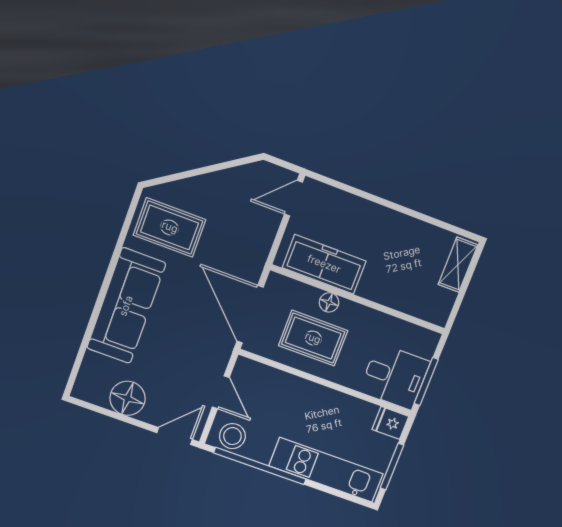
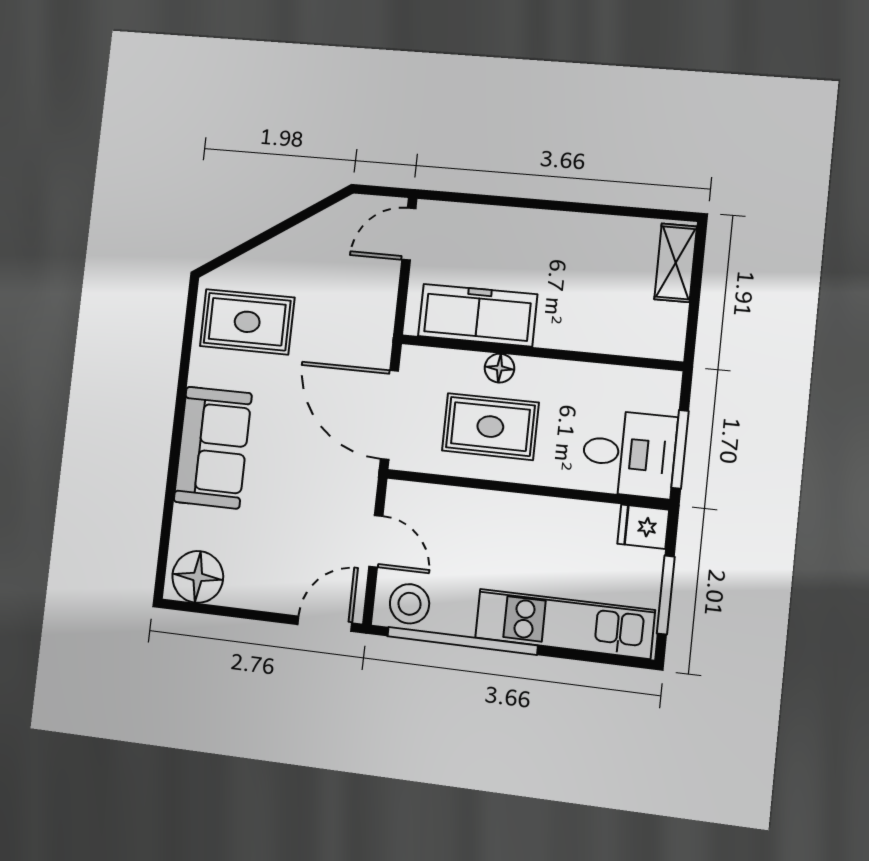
sofa: (126, 306) -> (213, 448), width x0.73
floor lamp: (128, 398) -> (198, 577), moved

